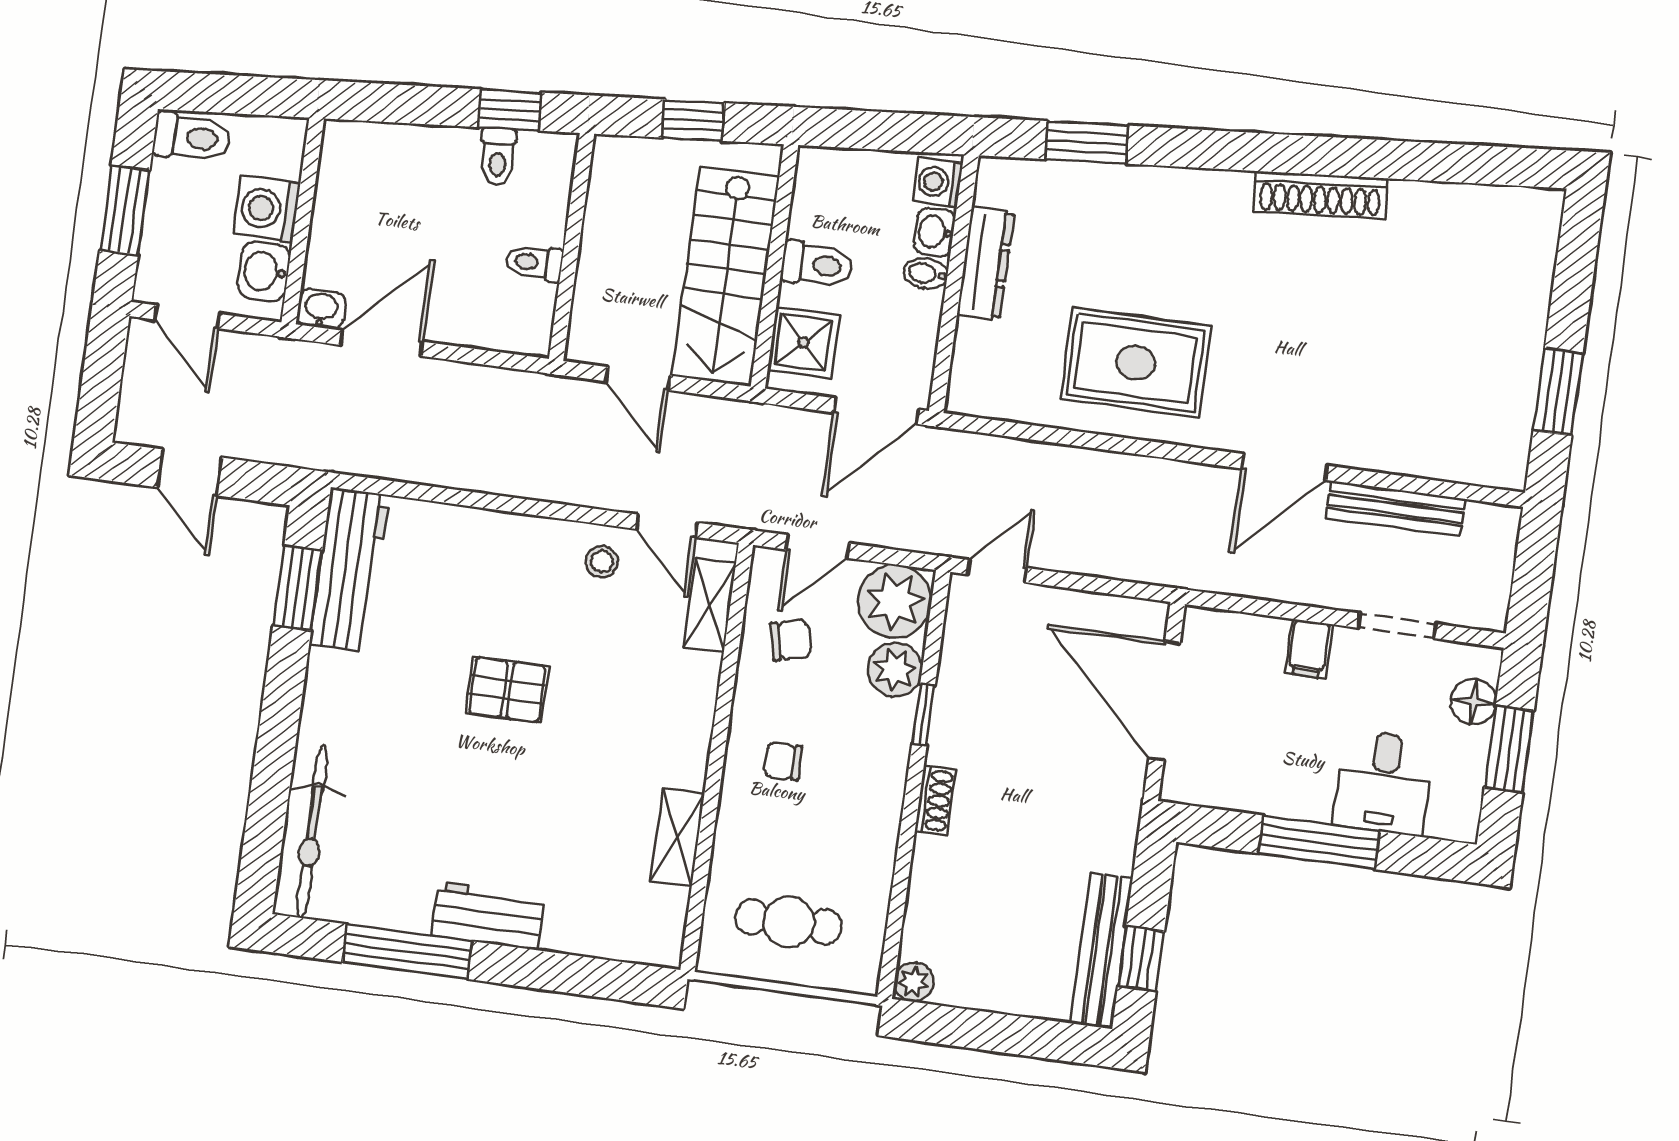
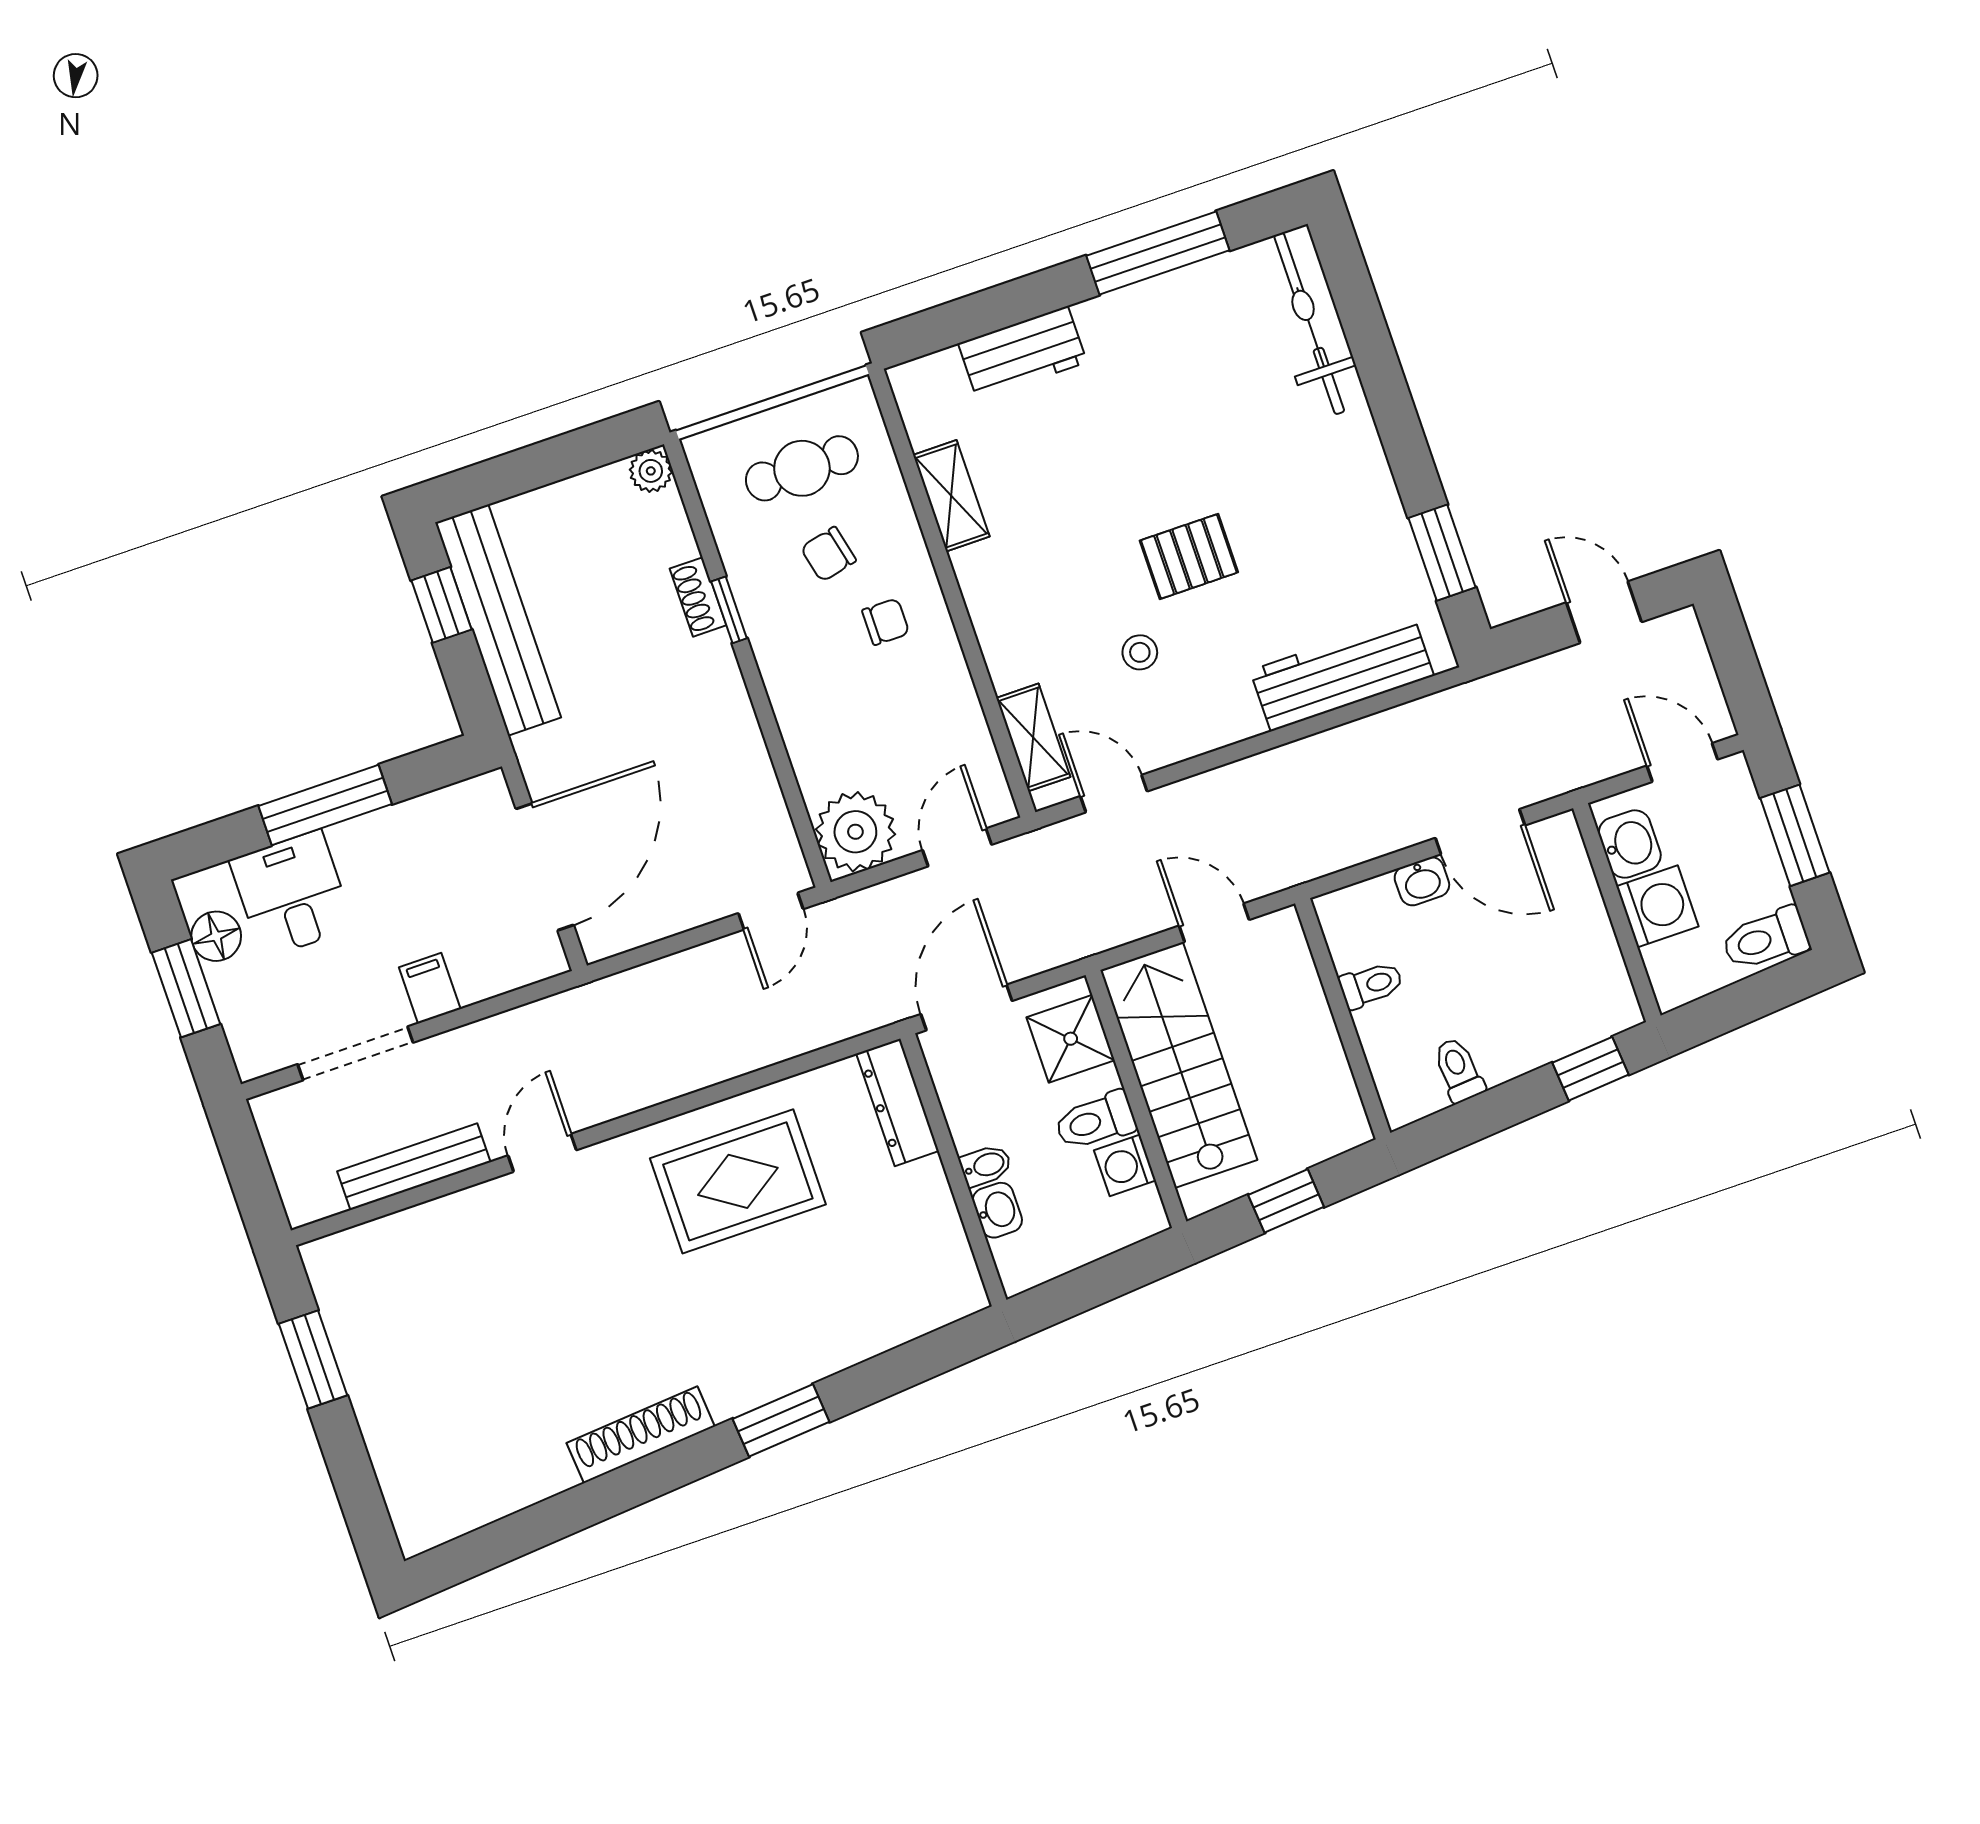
window: (510, 110) -> (1590, 1069), moved
window: (1087, 142) -> (781, 1420), moved
washing machine: (938, 182) -> (1125, 1165), moved, turned 180
dresser: (985, 263) -> (898, 1102), moved
washbasin: (321, 309) -> (1422, 881), moved
door: (382, 343) -> (1480, 832), hinge flipped
door: (1285, 467) -> (542, 1153), width x0.73
stool: (602, 562) -> (1140, 652), moved
workbench: (349, 570) -> (1342, 673), moved, turned 90
doorway: (1397, 626) -> (355, 1053), width x1.38
chair: (791, 640) -> (828, 554), moved
plant: (895, 670) -> (822, 765), removed
door: (1164, 701) -> (545, 867), hinge flipped
floor lamp: (1474, 702) -> (216, 936), moved
window: (923, 715) -> (729, 610), moved
shoe rack: (935, 800) -> (698, 597), moved
workbench: (488, 916) -> (1023, 353), moved
bench: (1101, 951) -> (498, 620), width x1.37, depth x1.21

